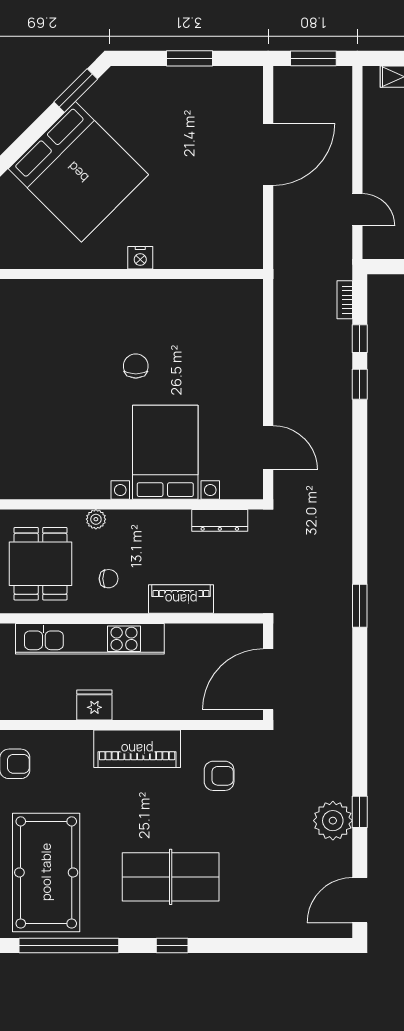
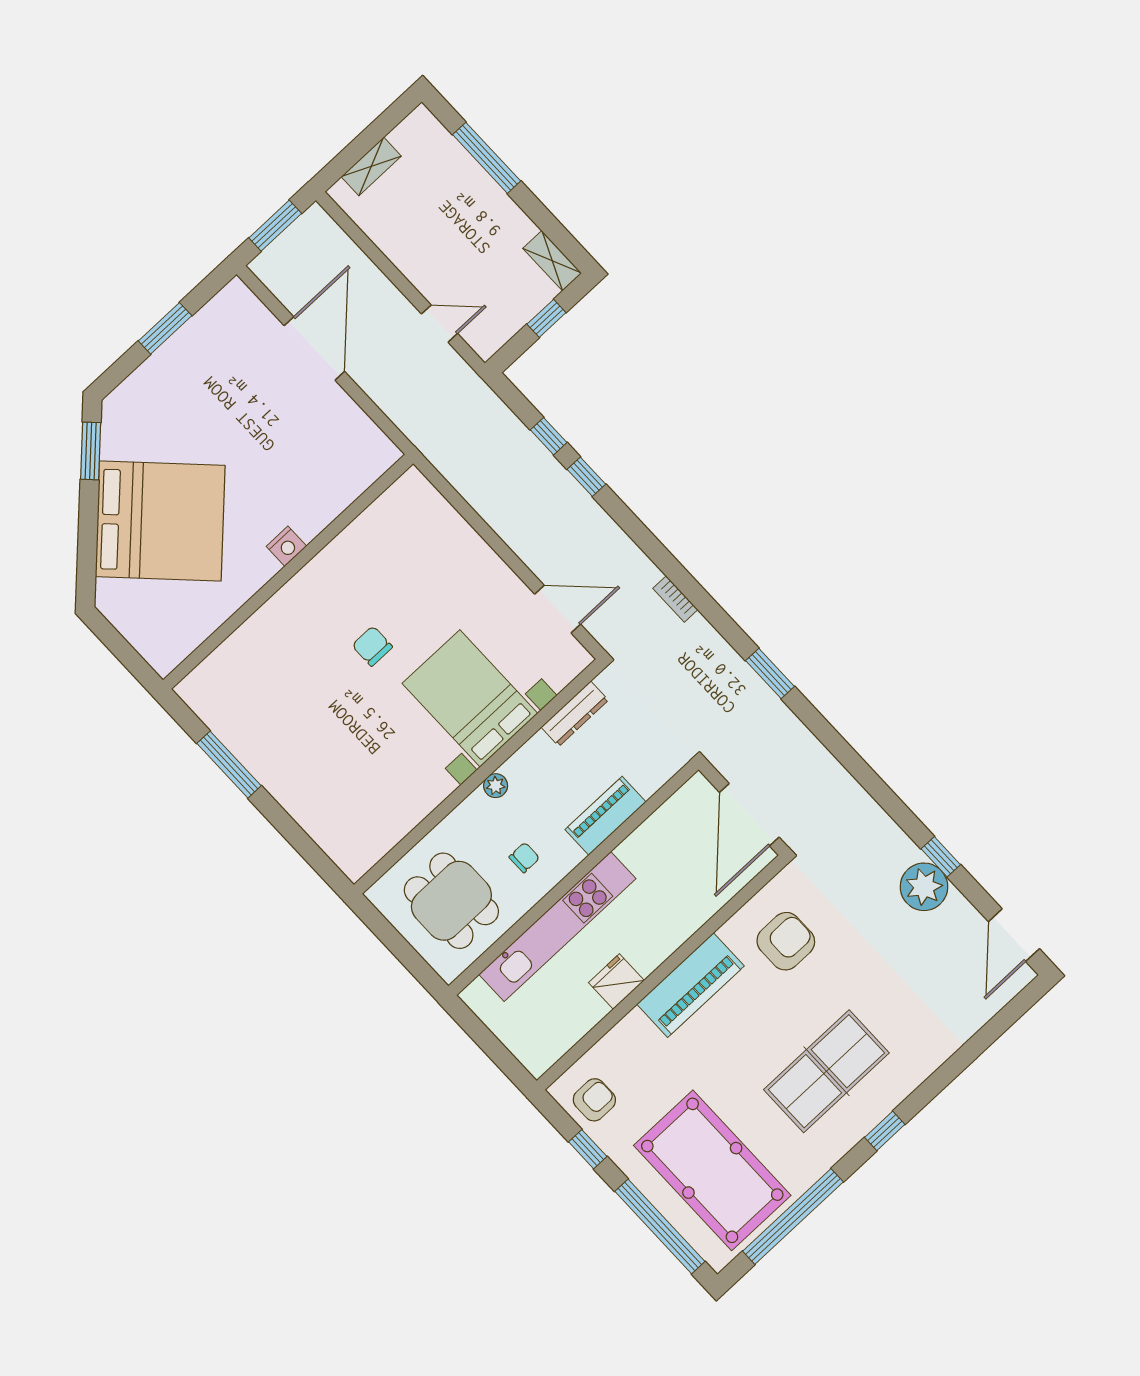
bookcase: (345, 300) -> (675, 599), moved
plant: (96, 519) -> (496, 786), moved
armchair: (219, 776) -> (786, 941), width x1.38, depth x1.38

